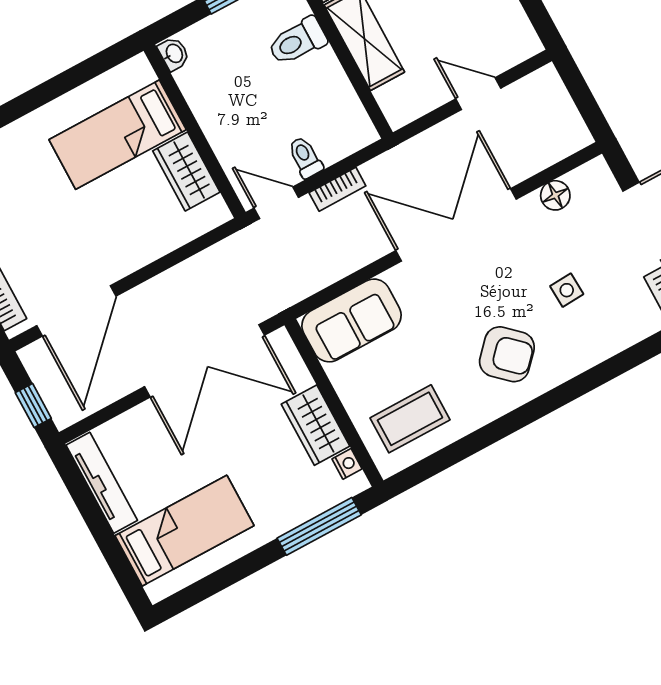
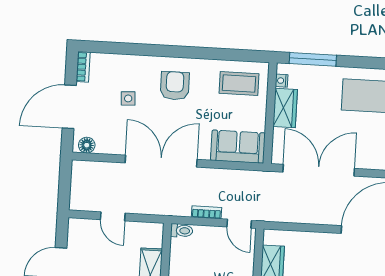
toilet: (305, 157) -> (182, 231), moved, turned -90
floor lamp: (555, 195) -> (87, 145), moved
double door: (456, 225) -> (161, 161), swing flipped
armchair: (507, 354) -> (175, 86), turned 47

